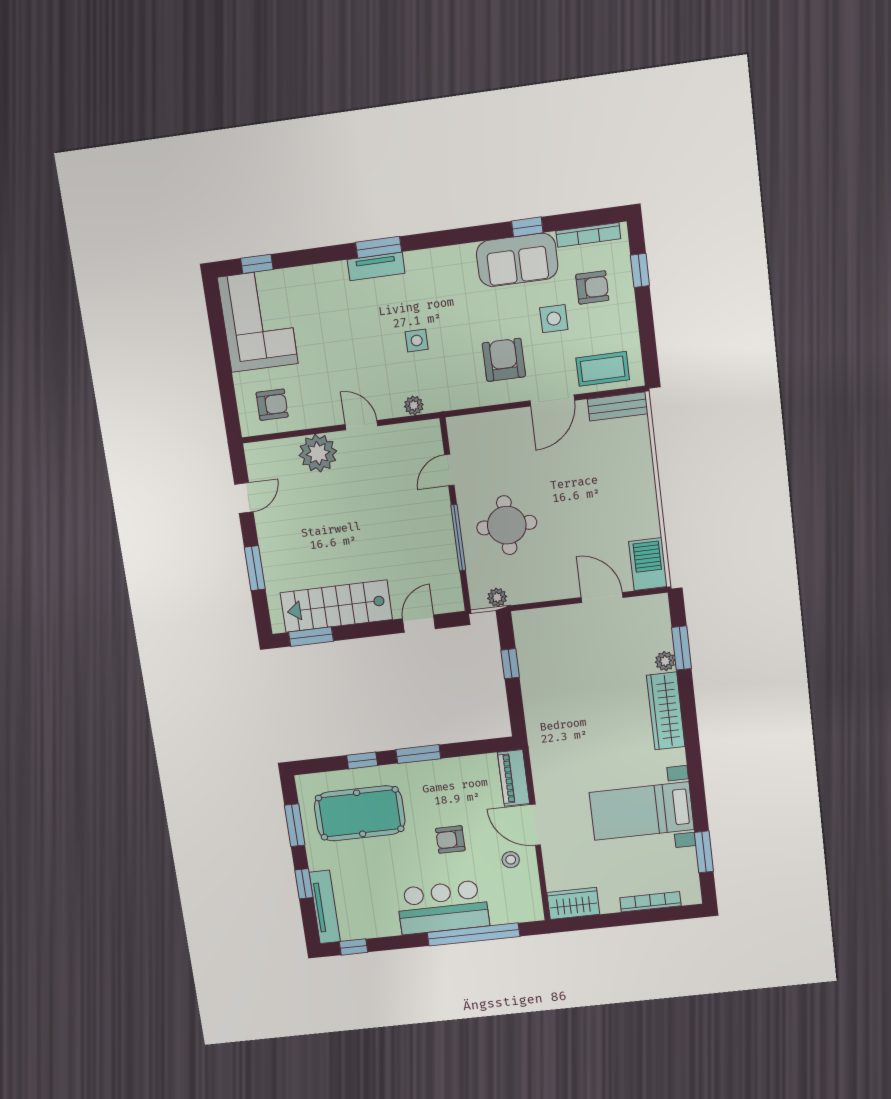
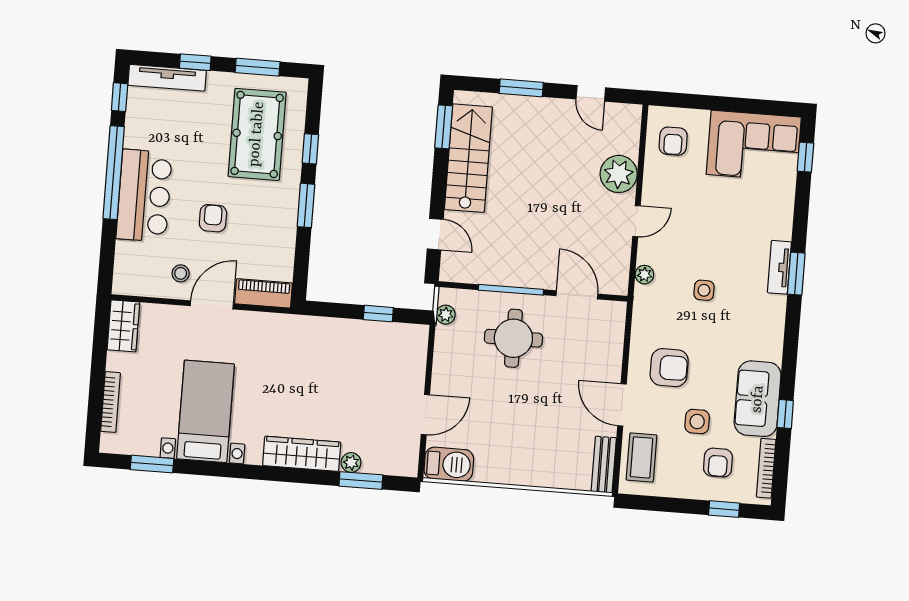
door: (449, 470) -> (577, 295), width x1.38
window: (473, 934) -> (114, 173), moved

